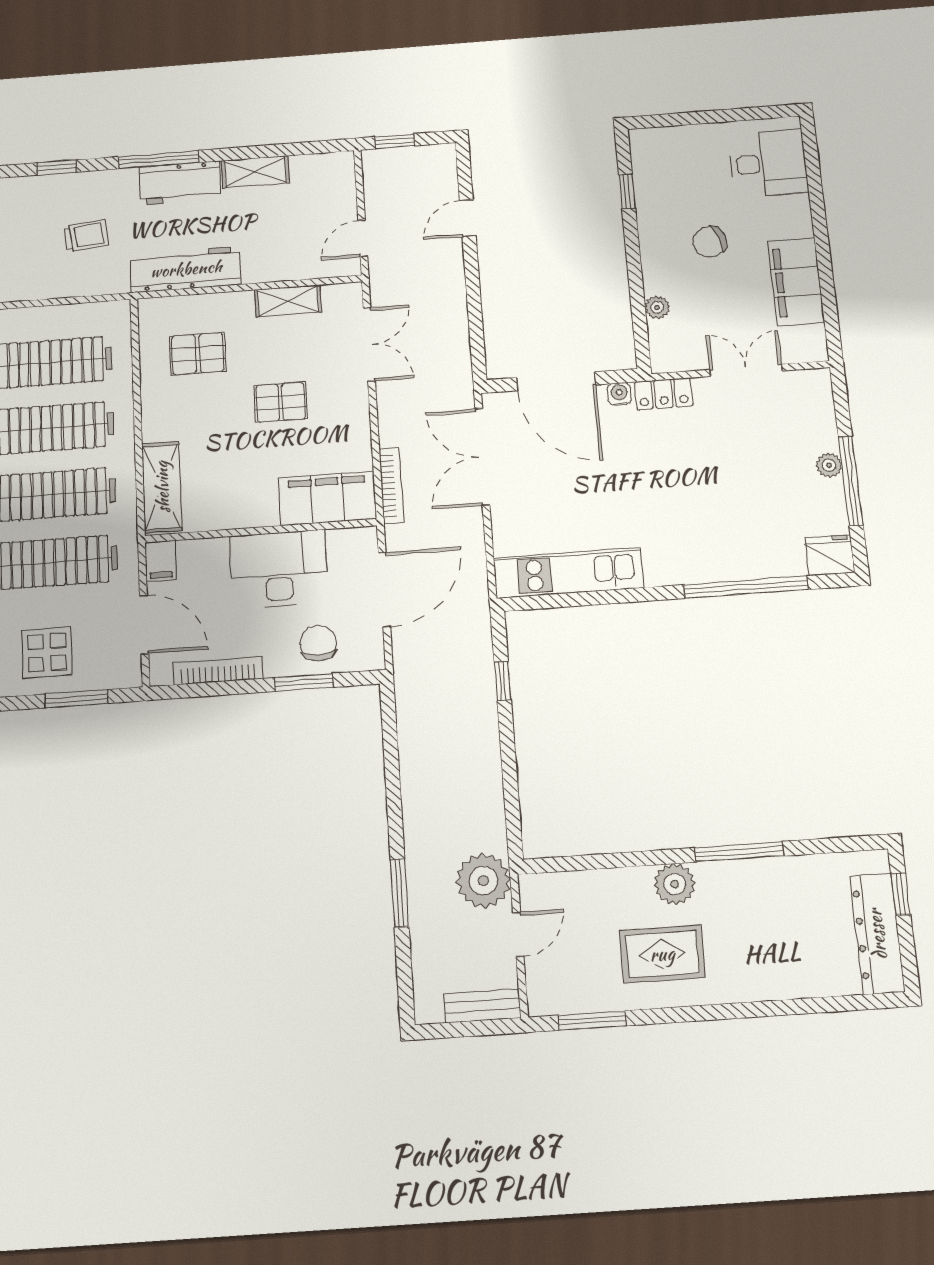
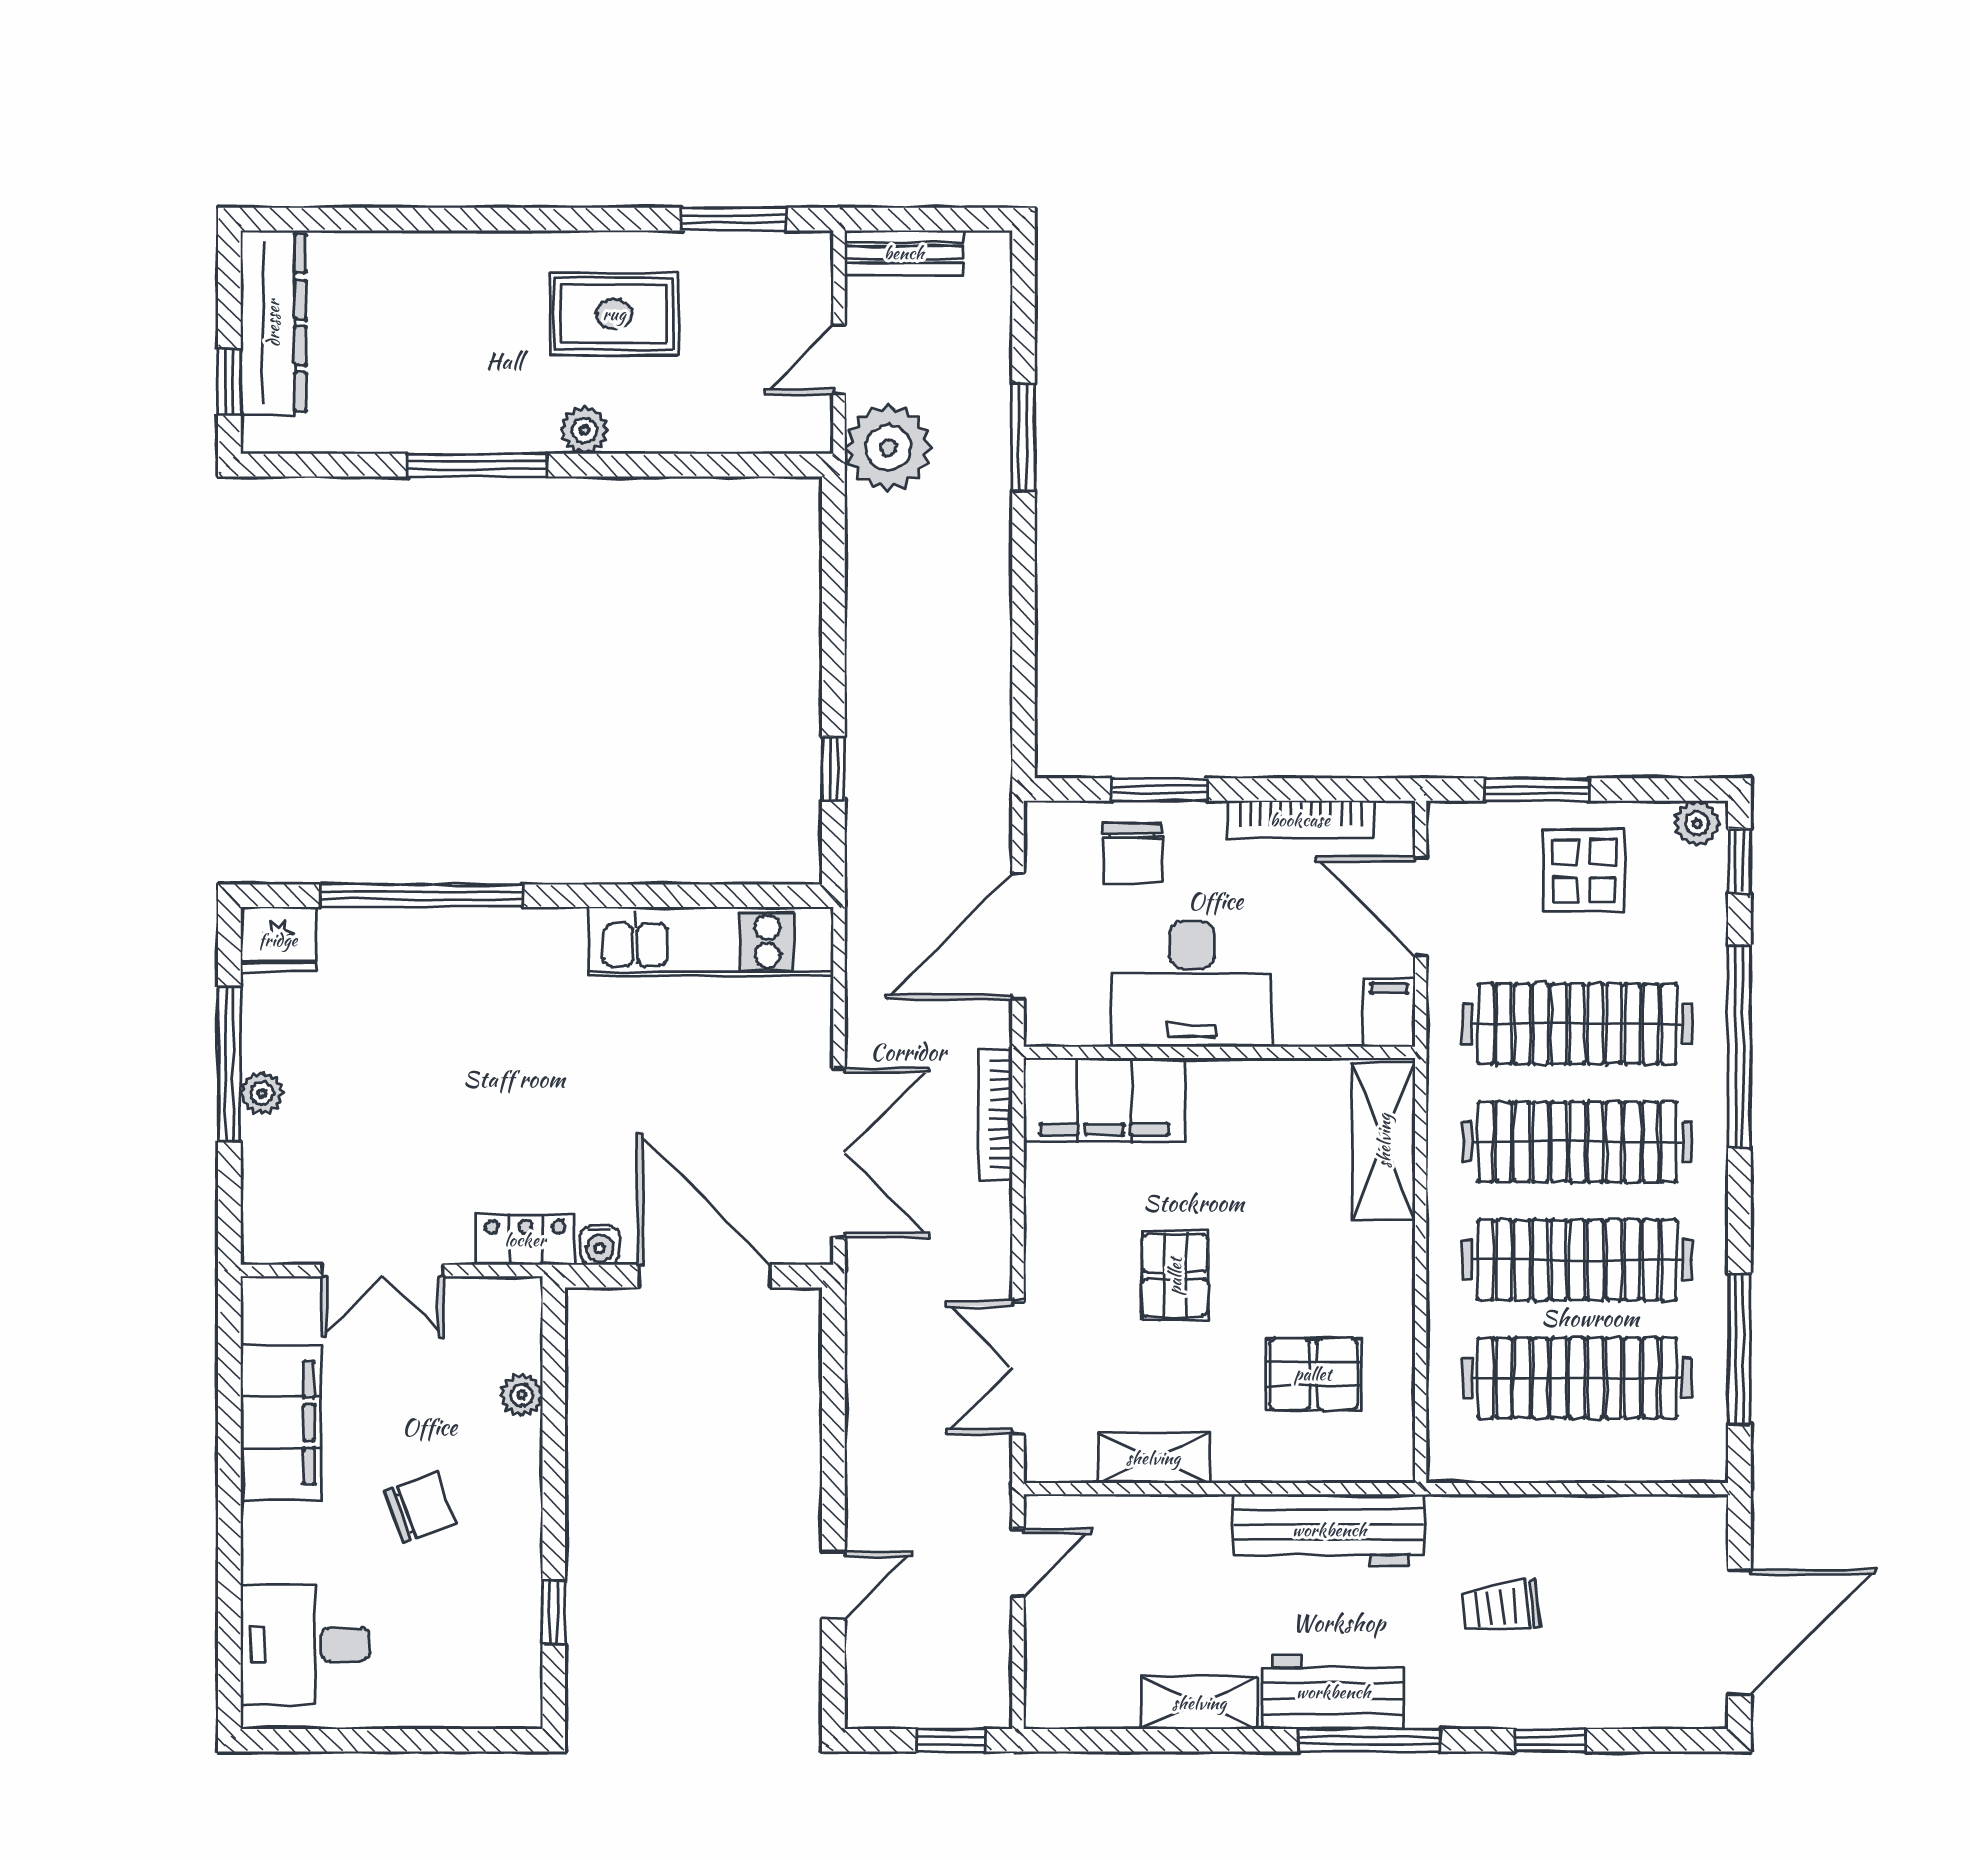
pallet: (281, 402) -> (1175, 1276), turned 90
plant: (675, 884) -> (584, 430), width x0.73, depth x0.73

